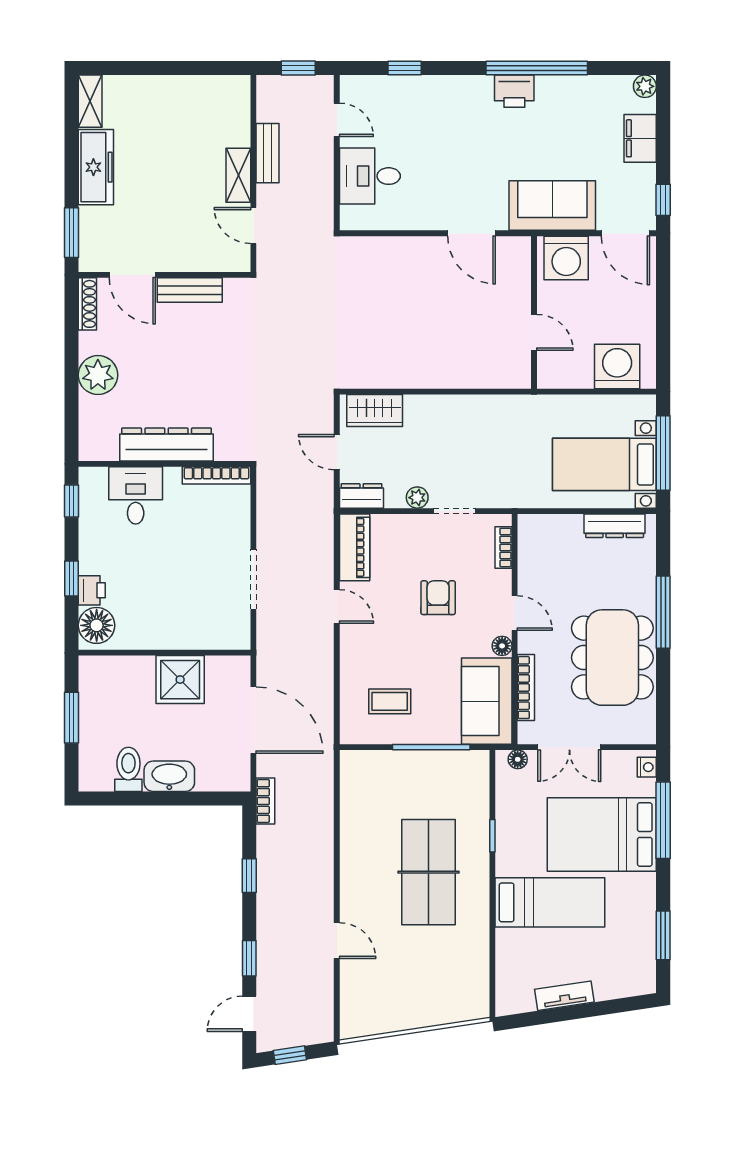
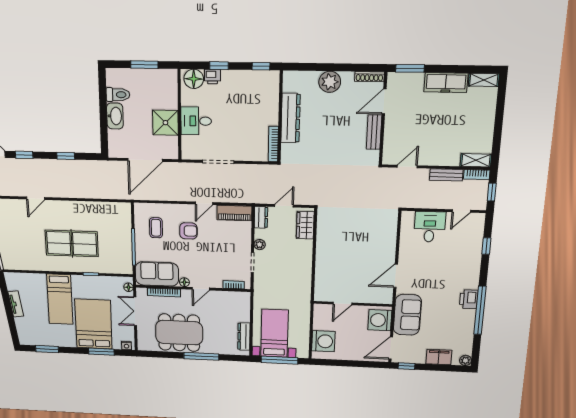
shelving: (238, 175) -> (476, 160), moved
desk: (136, 495) -> (196, 121), moved, turned 180
armchair: (438, 598) -> (188, 231), moved
bookcase: (265, 801) -> (477, 175), moved
window: (663, 820) -> (101, 352), width x0.69

